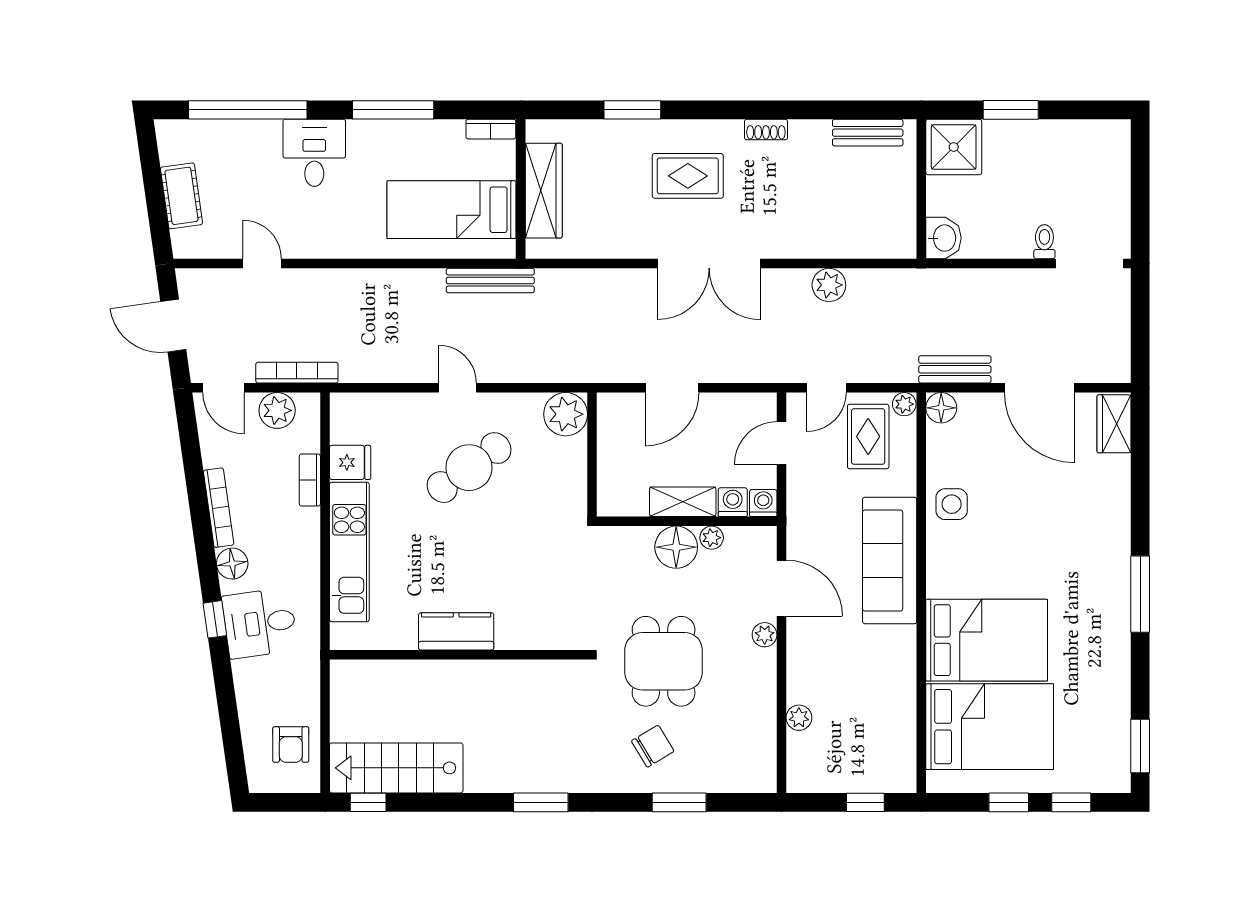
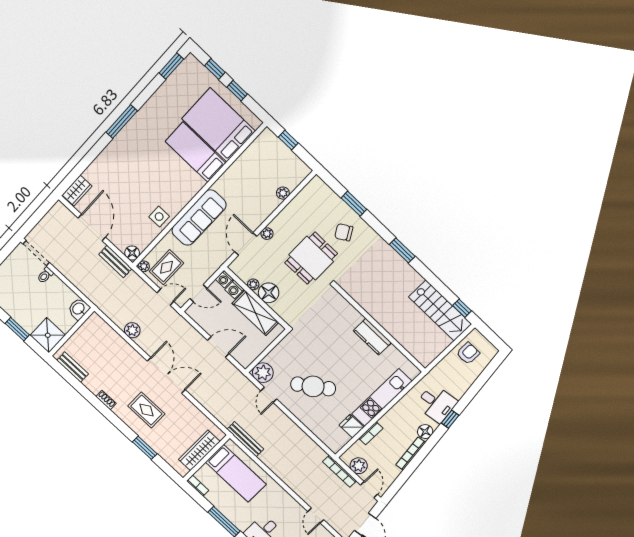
door: (458, 388) -> (269, 395), moved
shelving: (683, 502) -> (255, 313), width x1.50, depth x1.33
bed: (987, 640) -> (195, 152), width x0.67

